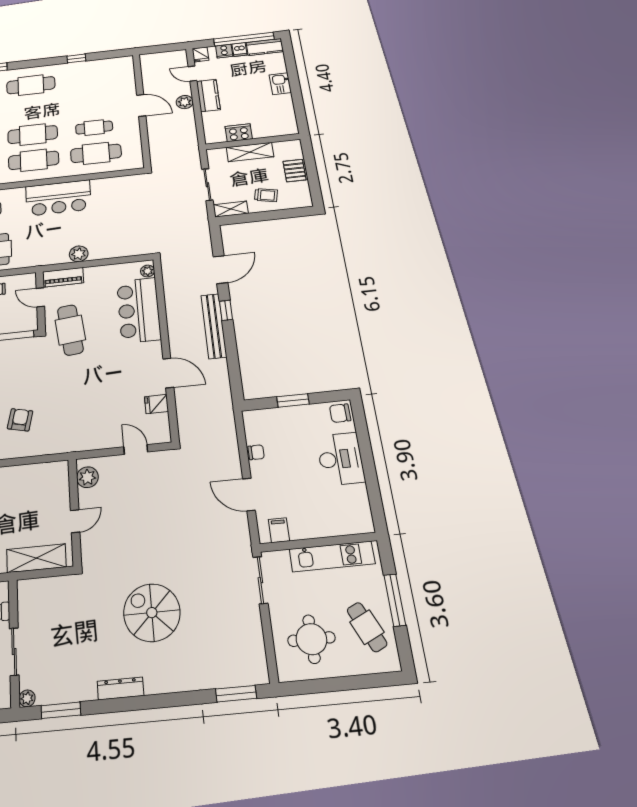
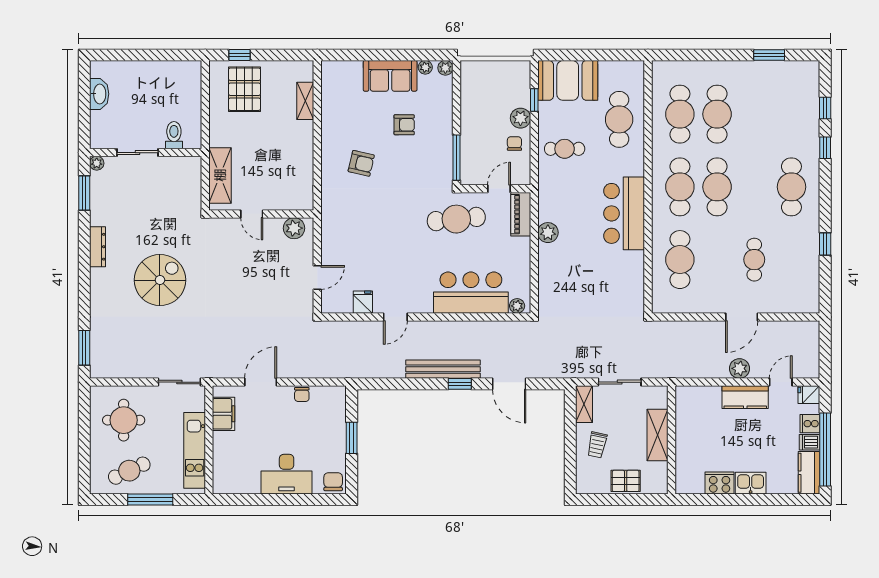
cafe table: (94, 128) -> (754, 260), moved
cooker: (239, 133) -> (720, 483), moved, turned -90
door: (168, 373) -> (395, 317), width x0.73
filing cabinet: (279, 530) -> (224, 414), width x2.00

